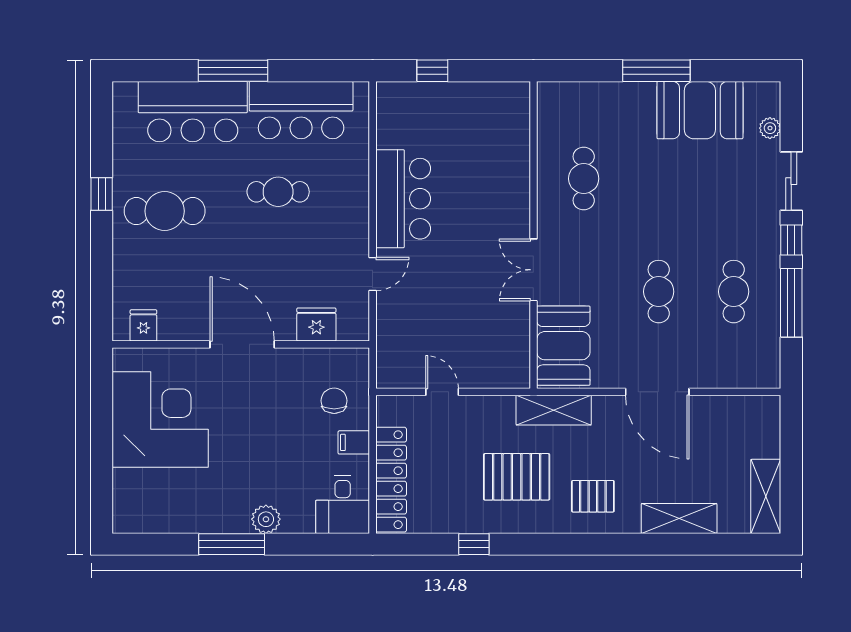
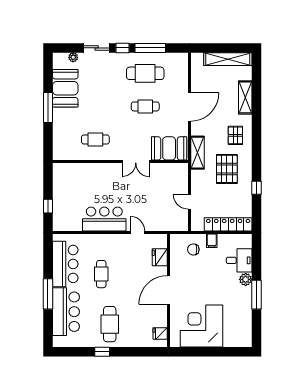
cafe table: (734, 292) -> (145, 73), width x1.37, depth x1.35
door: (442, 392) -> (189, 202), hinge flipped
shelving: (766, 496) -> (228, 59), width x1.47
desk: (343, 505) -> (239, 260), moved

